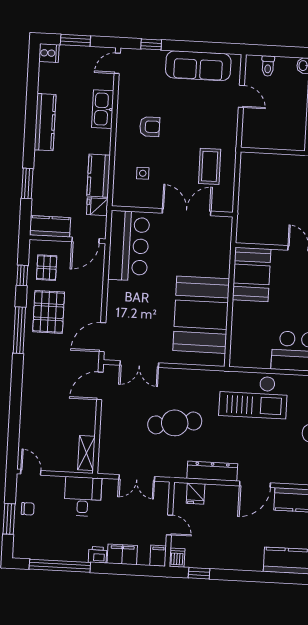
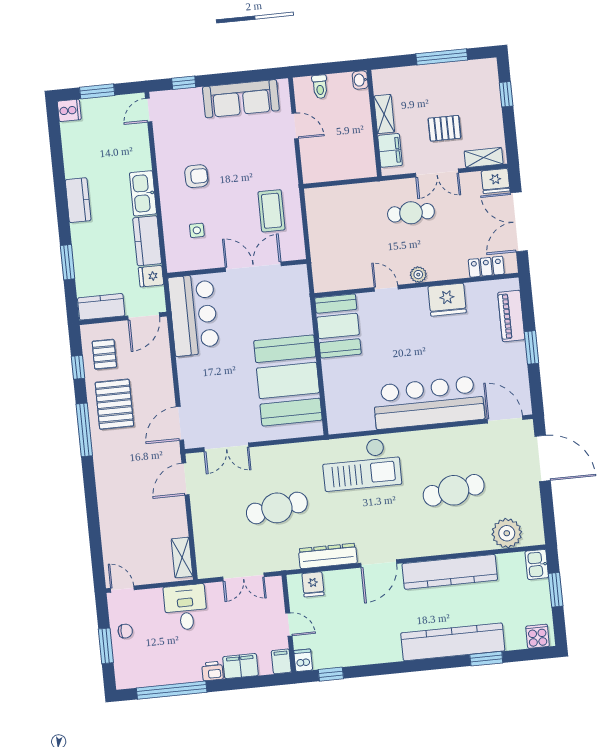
kitchen sink: (103, 109) -> (143, 193), moved
kitchen counter: (45, 122) -> (78, 200), width x0.67

